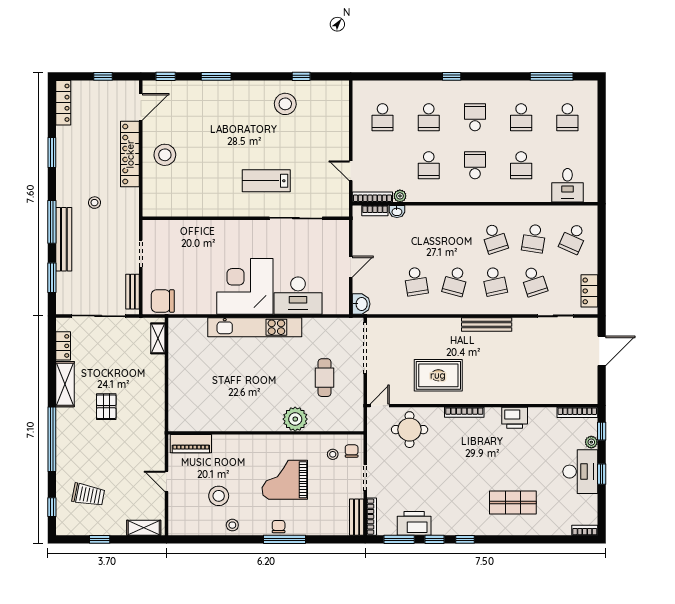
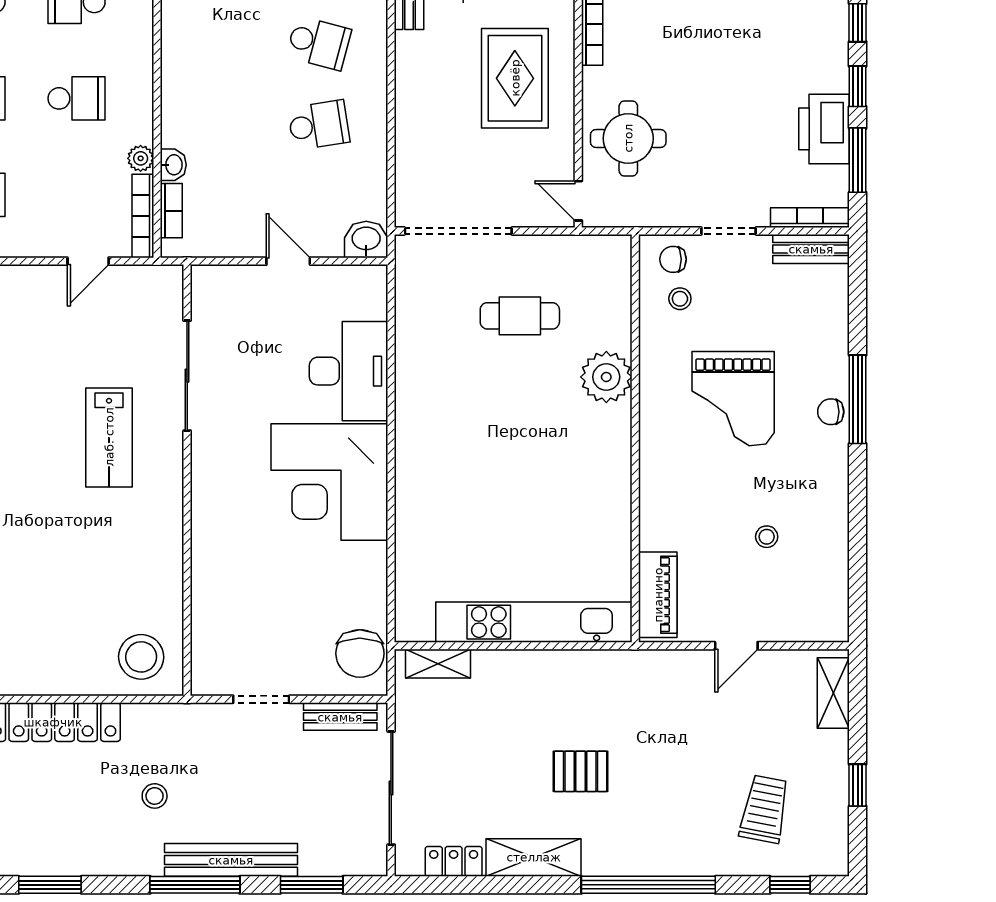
stool: (165, 155) -> (141, 657), moved
kitchen unit: (255, 327) -> (534, 622), moved, turned -90
stool: (219, 496) -> (767, 537), width x0.53, depth x0.53
stool: (232, 525) -> (828, 508), removed

